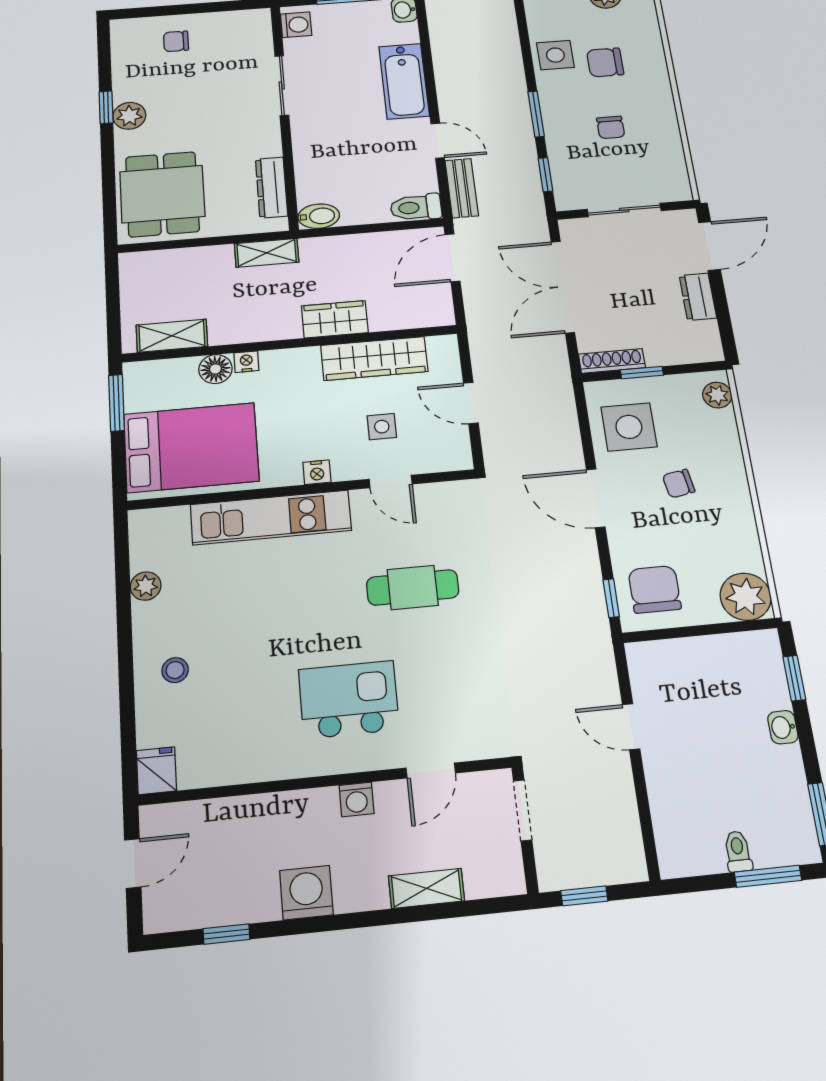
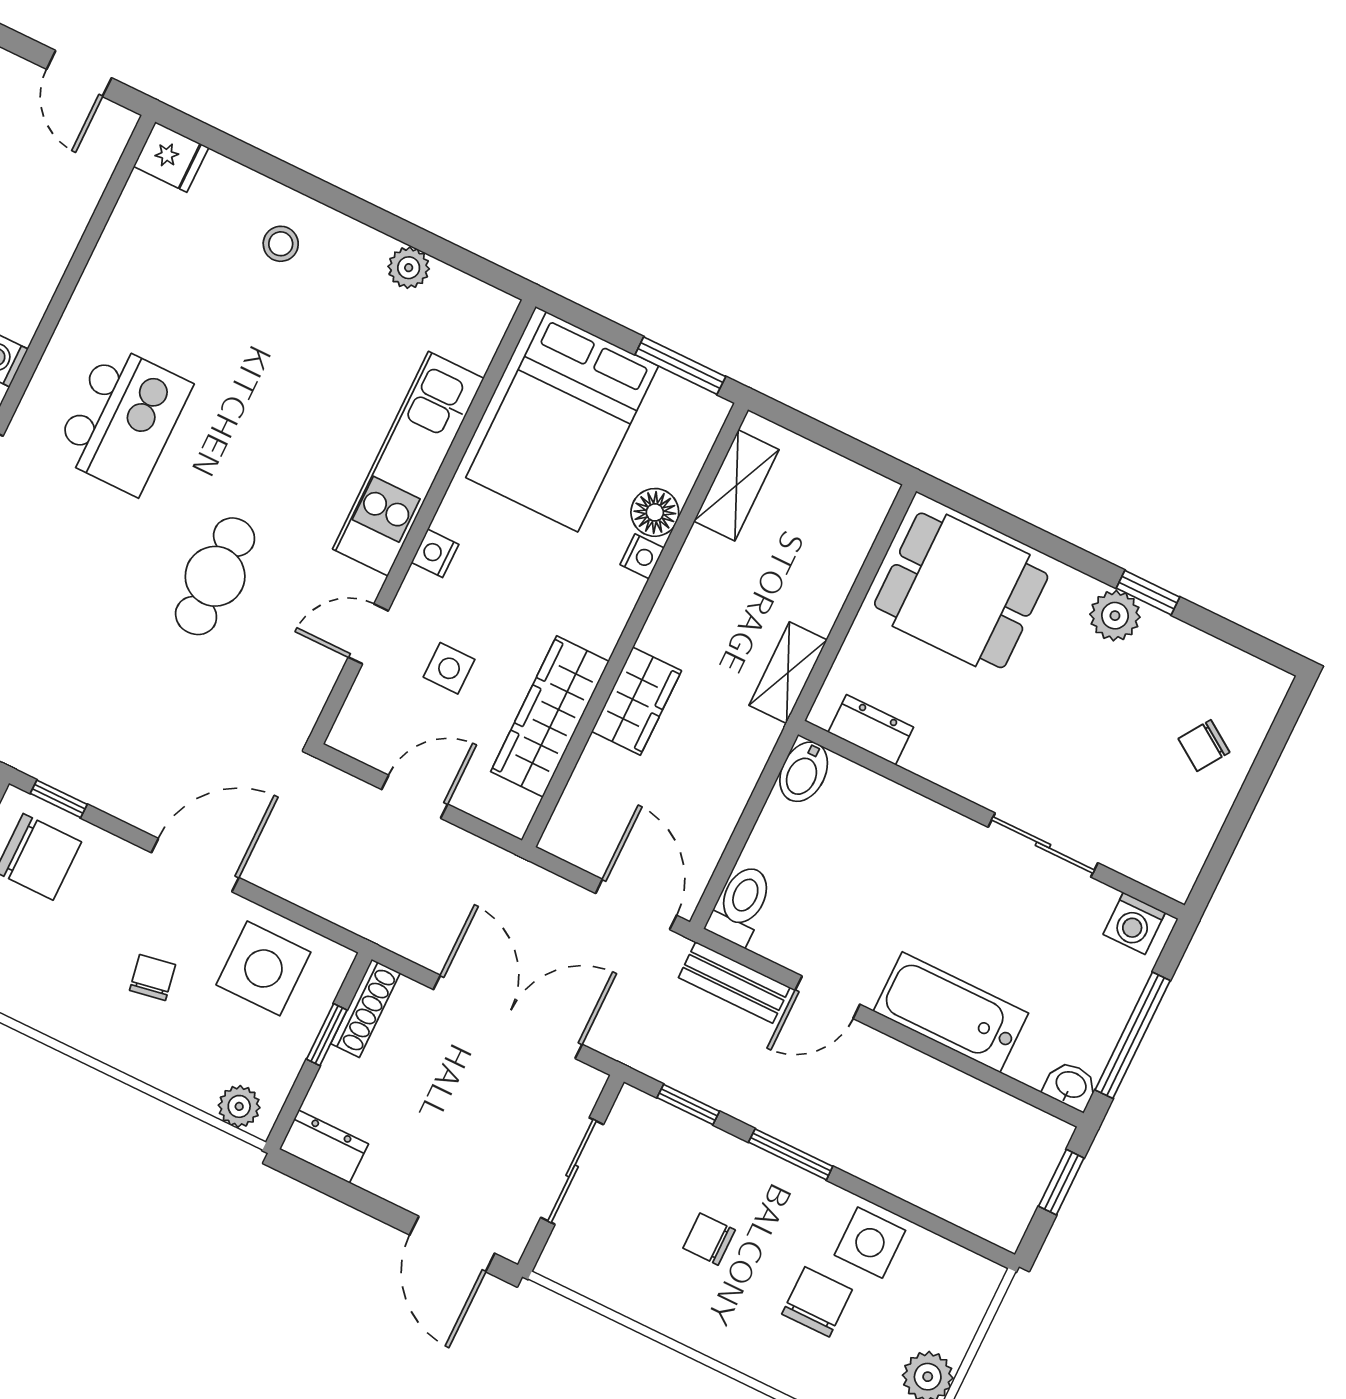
chair: (176, 41) -> (1204, 745), turned -146
dresser: (272, 187) -> (871, 730), width x0.70
dresser: (698, 297) -> (324, 1146), moved

